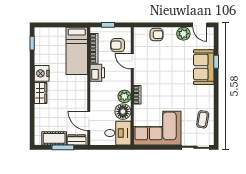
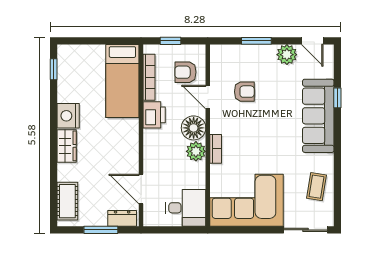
window: (164, 25) -> (256, 41), added
armchair: (156, 35) -> (244, 92), moved
sofa: (204, 67) -> (318, 116), width x1.36
floor lamp: (123, 112) -> (194, 128), moved
cot: (54, 138) -> (67, 201), moved, turned 90

